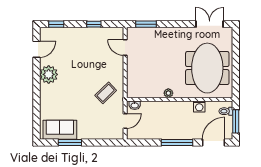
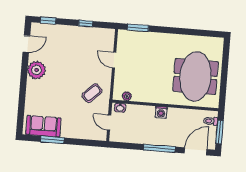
double door: (210, 24) -> (201, 33), removed
door: (125, 48) -> (114, 60), moved
plant: (168, 93) -> (127, 96), moved
washing machine: (199, 106) -> (161, 112), moved
door: (125, 121) -> (109, 123), swing flipped

